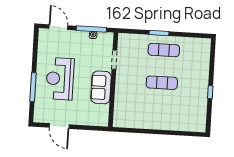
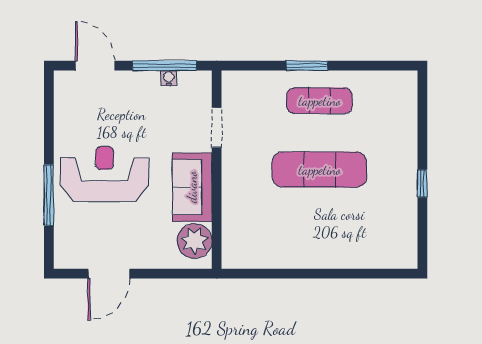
reception desk: (60, 79) -> (105, 174), turned 90
exercise mat: (162, 83) -> (320, 170), width x1.36, depth x1.45
plant: (101, 113) -> (194, 241), added
door: (59, 126) -> (109, 274), hinge flipped

